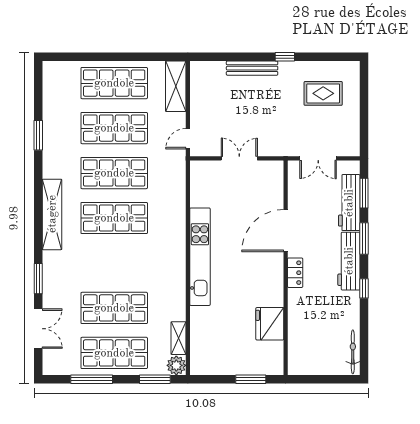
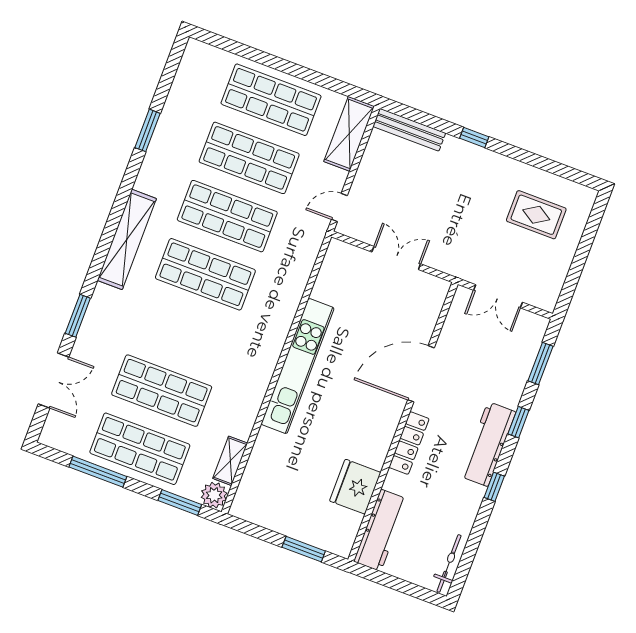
window: (285, 57) -> (474, 137), moved
bench: (252, 68) -> (409, 130), moved
workbench: (349, 203) -> (381, 530), moved, turned 180
window: (364, 238) -> (518, 422), width x0.67
locker: (295, 273) -> (409, 443), width x1.53

